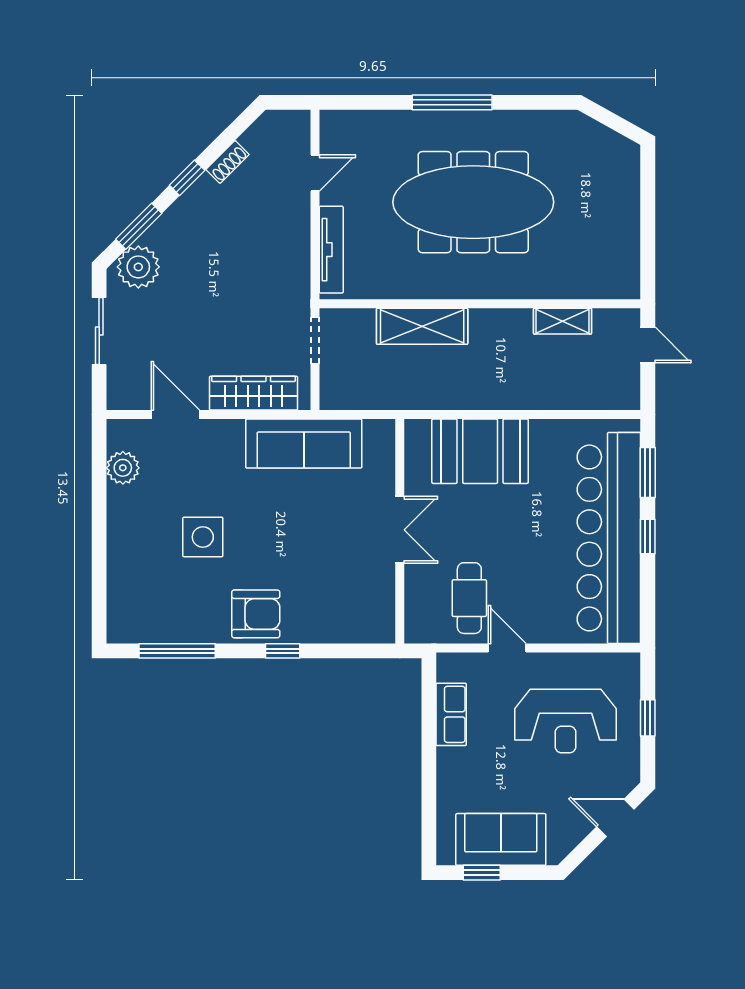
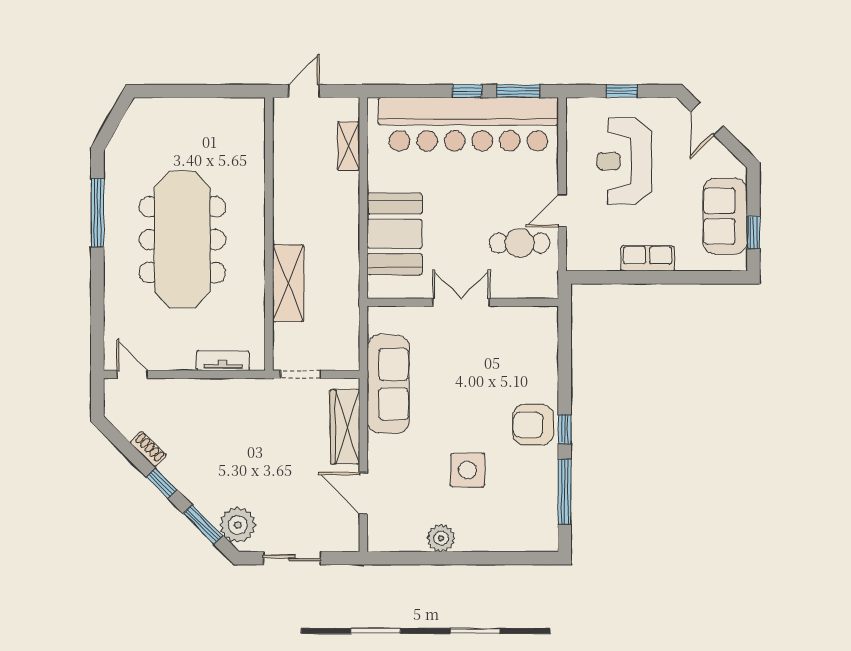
window: (452, 102) -> (97, 213), moved
door: (315, 173) -> (132, 374), moved
tv unit: (331, 250) -> (223, 361), width x0.71
shelving: (563, 321) -> (349, 146), moved
door: (175, 415) -> (363, 493), hinge flipped
plant: (123, 468) -> (441, 538), moved
window: (648, 472) -> (518, 91), moved
armchair: (256, 614) -> (533, 425), turned -90
window: (283, 651) -> (565, 429), moved
row of seats: (451, 714) -> (648, 258), moved
reception desk: (565, 721) -> (624, 161), turned 180

